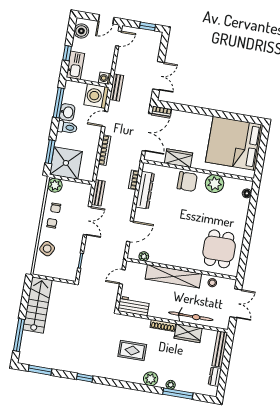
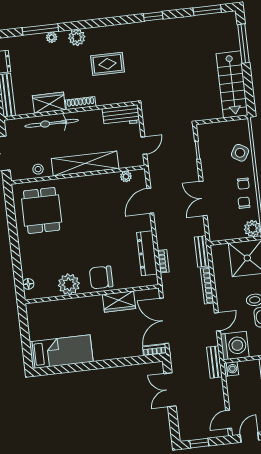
bed: (234, 143) -> (61, 352), width x0.49
bench: (98, 193) -> (202, 251), moved

